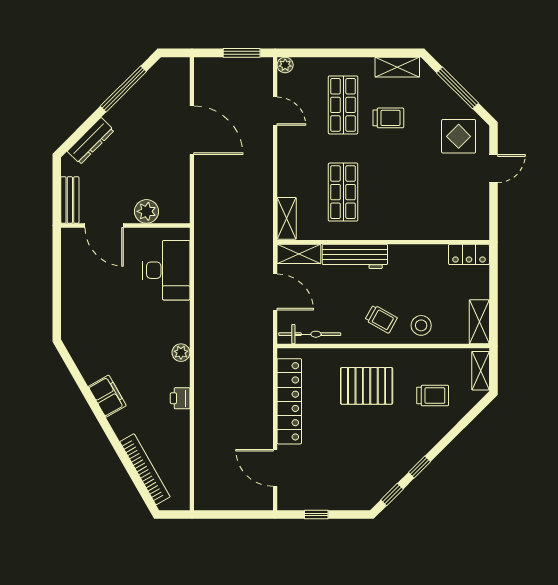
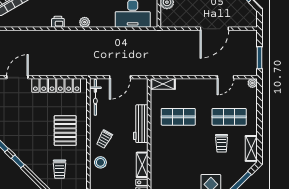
shelving: (299, 254) -> (142, 165), moved

